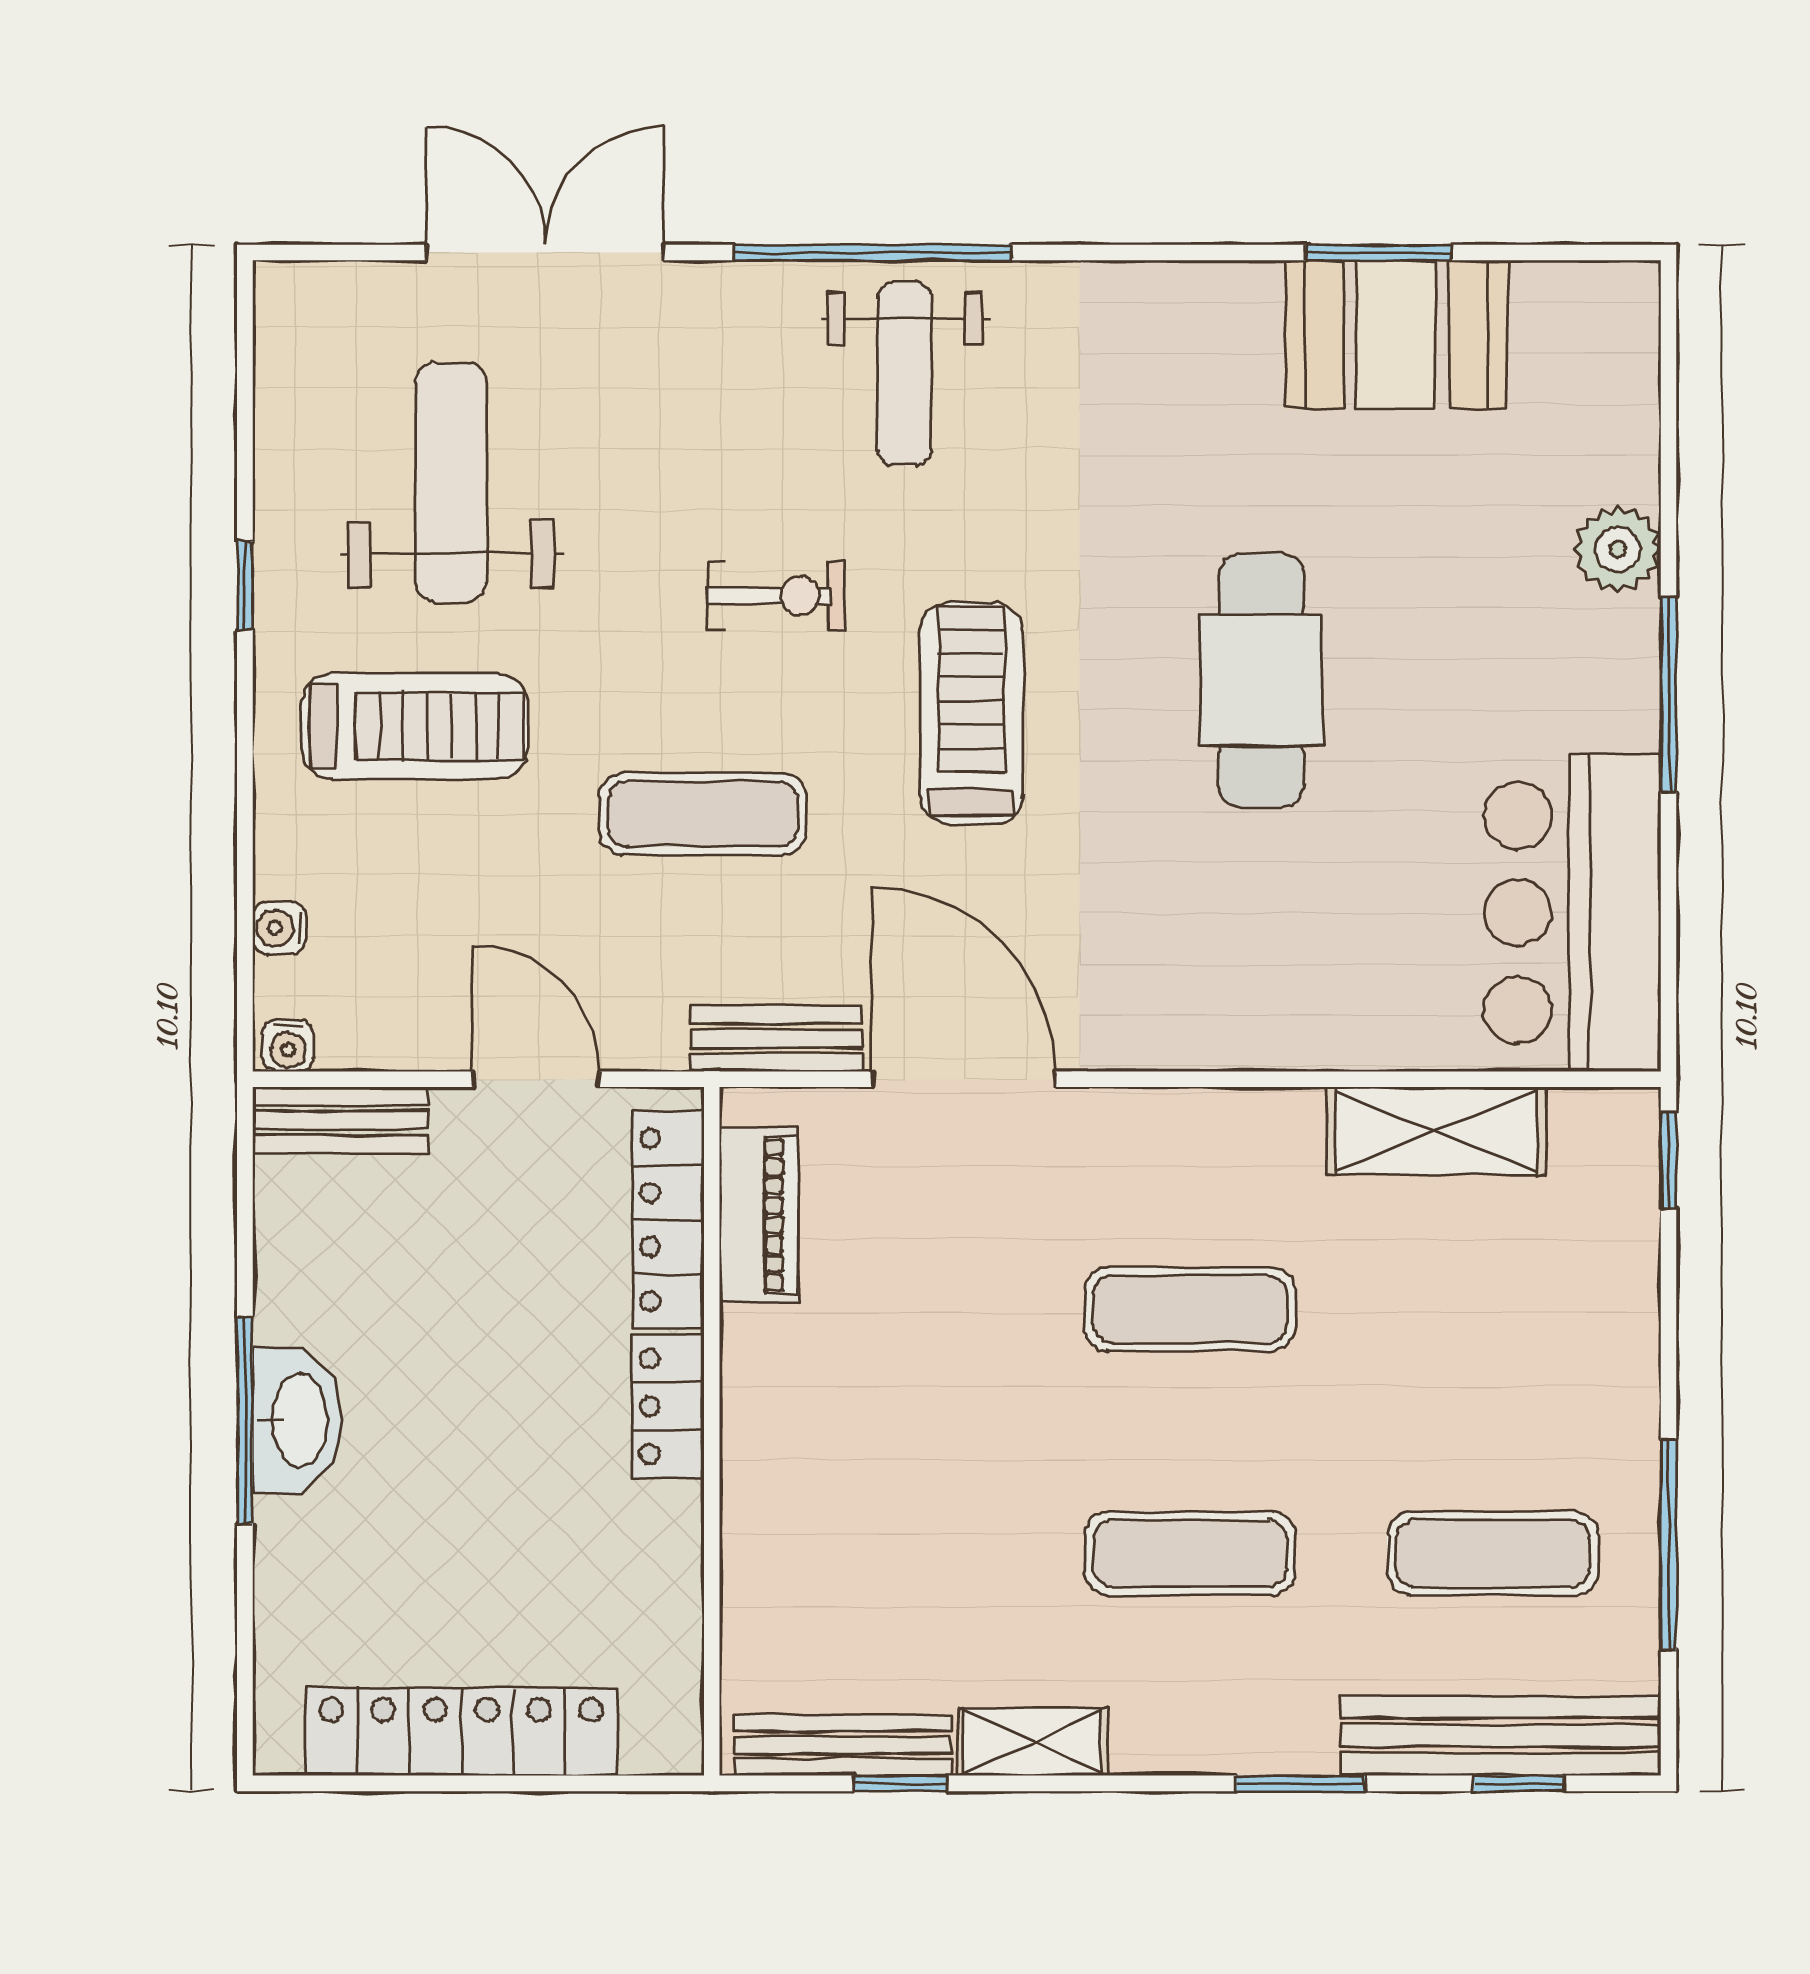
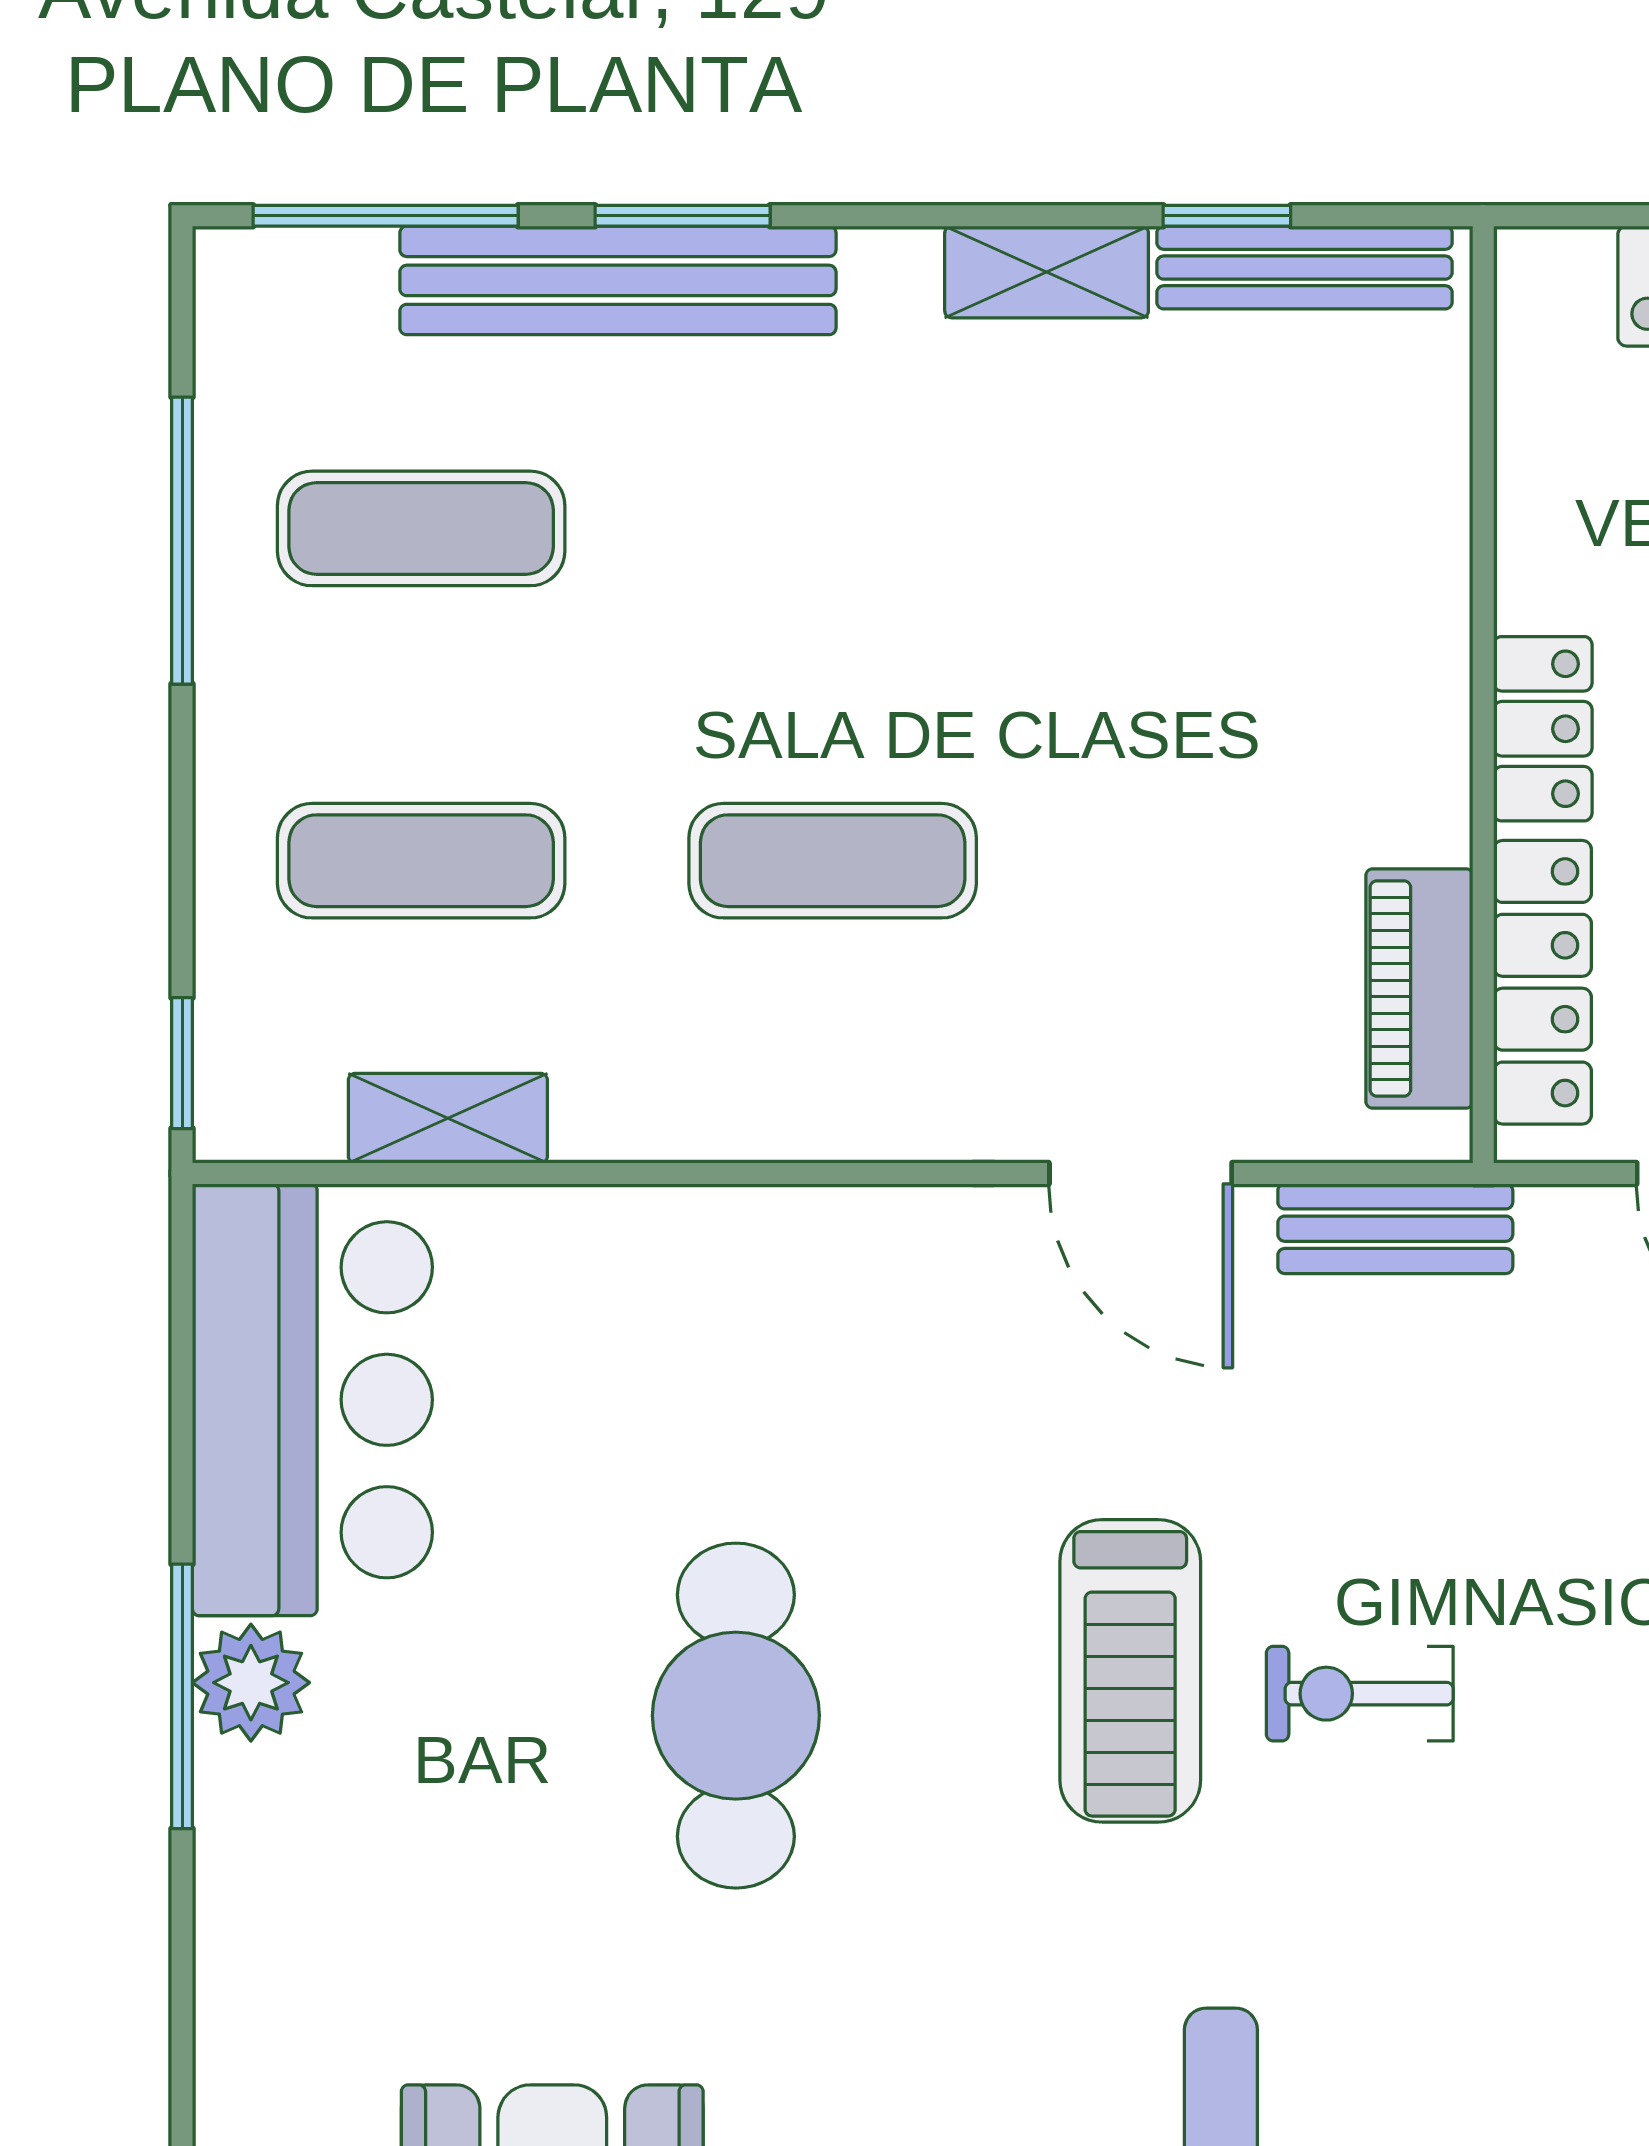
plant: (1618, 549) -> (251, 1683), moved
exercise bike: (776, 596) -> (1360, 1694), moved
exercise mat: (703, 814) -> (1495, 1534), removed
door: (964, 1079) -> (1141, 1173), width x0.73
shelving: (1436, 1131) -> (448, 1118), width x0.67, depth x0.75
exercise mat: (1190, 1553) -> (421, 861), moved
bench: (1500, 1736) -> (618, 280), moved
window: (1519, 1783) -> (386, 216), width x2.17

